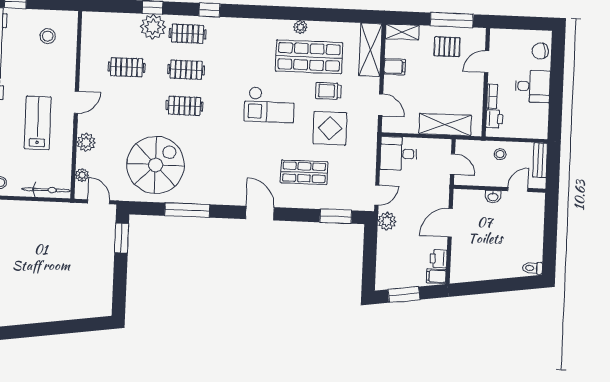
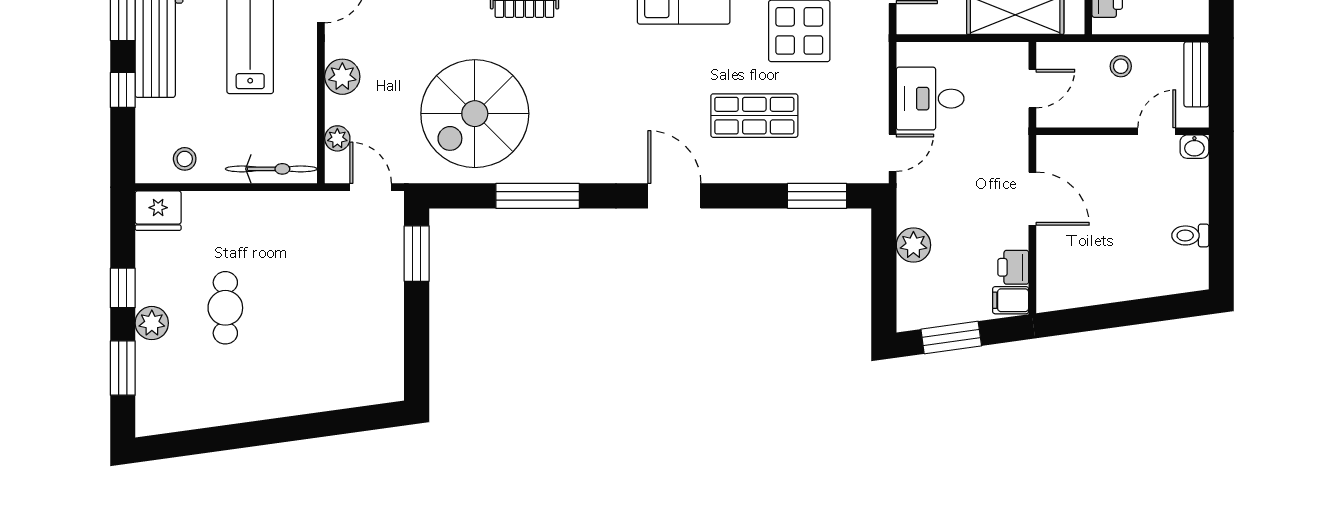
desk: (399, 154) -> (930, 99), moved
door: (453, 164) -> (1032, 89), hinge flipped
spiral stairs: (156, 165) -> (475, 114), turned 180
washbasin: (493, 197) -> (1194, 147), moved
plant: (387, 221) -> (913, 245), moved
door: (450, 223) -> (1032, 199), swing flipped
cafe table: (19, 263) -> (225, 308), added
toilet: (532, 268) -> (1190, 235), moved

